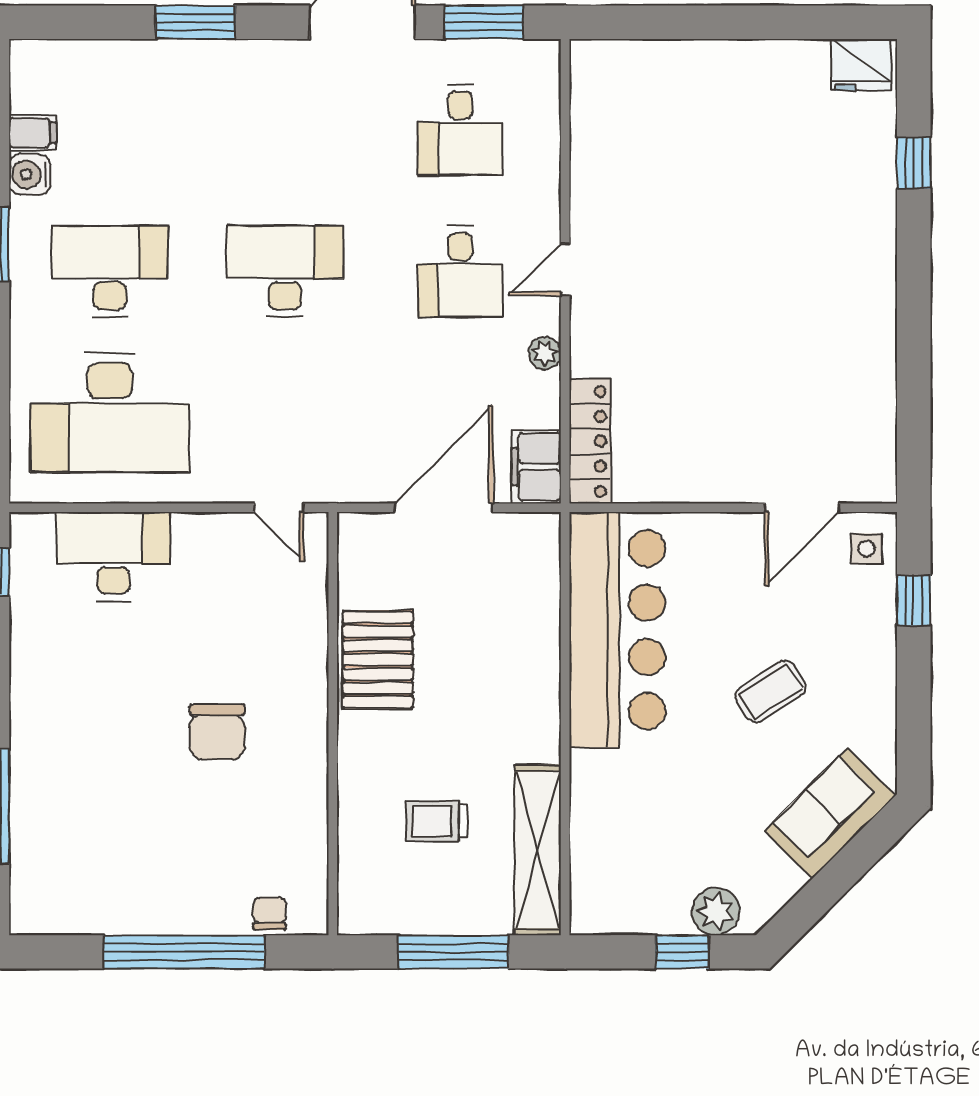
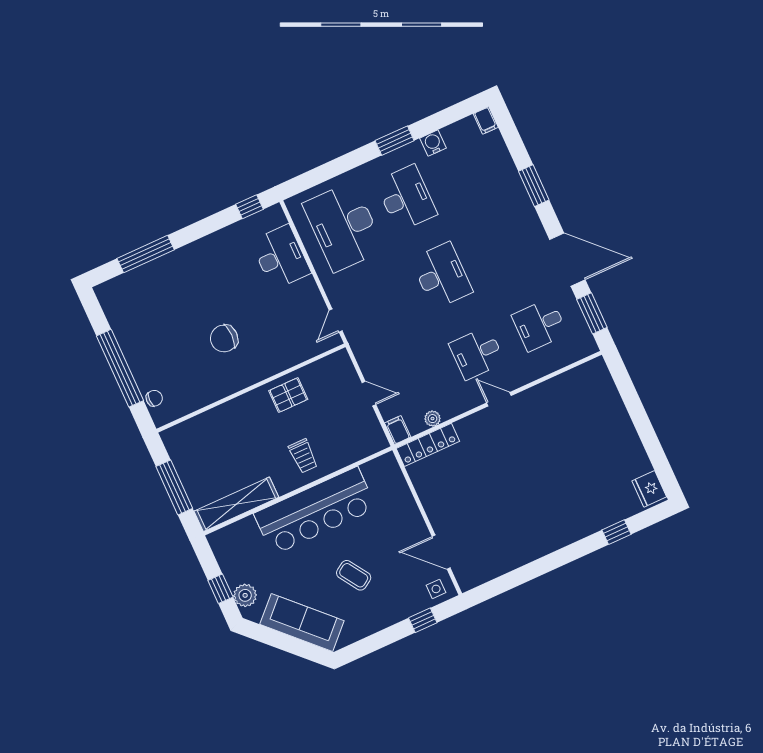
filing cabinet: (33, 133) -> (486, 120), moved
plant: (545, 353) -> (433, 419), moved
filing cabinet: (536, 467) -> (398, 430), width x0.50
door: (444, 508) -> (369, 394), width x0.53
bar counter: (617, 630) -> (315, 511), moved
pallet: (378, 660) -> (288, 395), width x0.67, depth x0.71
sofa: (830, 813) -> (302, 623), width x1.36
trolley: (436, 821) -> (303, 456), moved, turned 180

